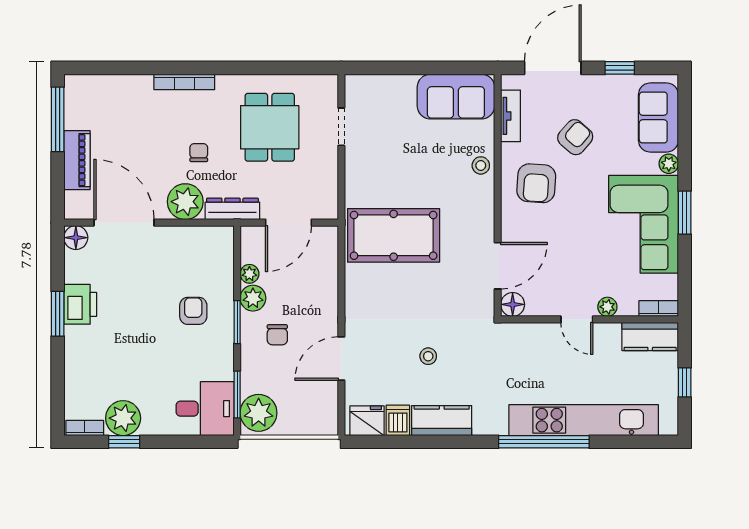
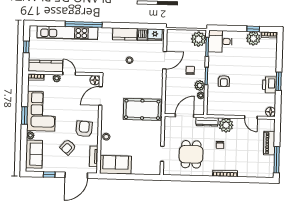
door: (124, 223) -> (251, 117), width x0.53
kitchen counter: (650, 337) -> (45, 66), width x1.50

